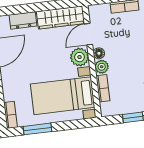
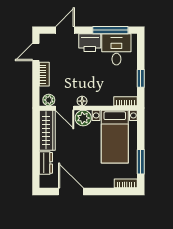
plant: (102, 67) -> (49, 100), moved
bookcase: (103, 88) -> (126, 101), moved

